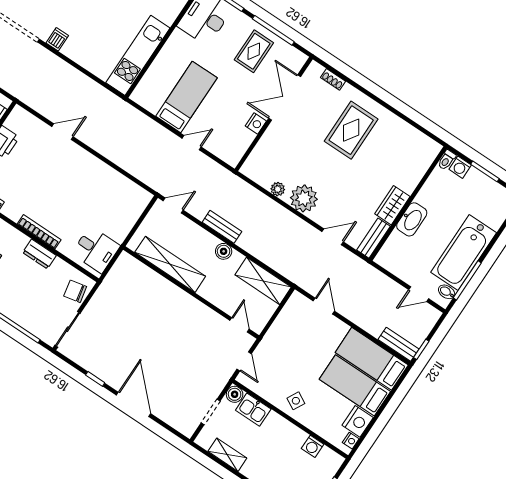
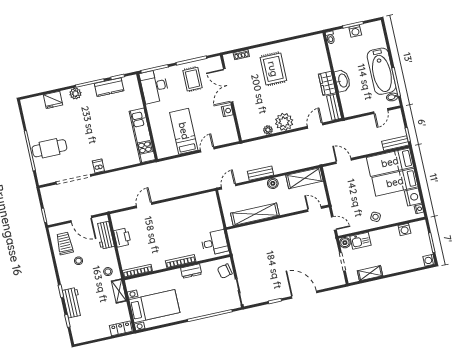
washing machine: (460, 167) -> (355, 31), moved

